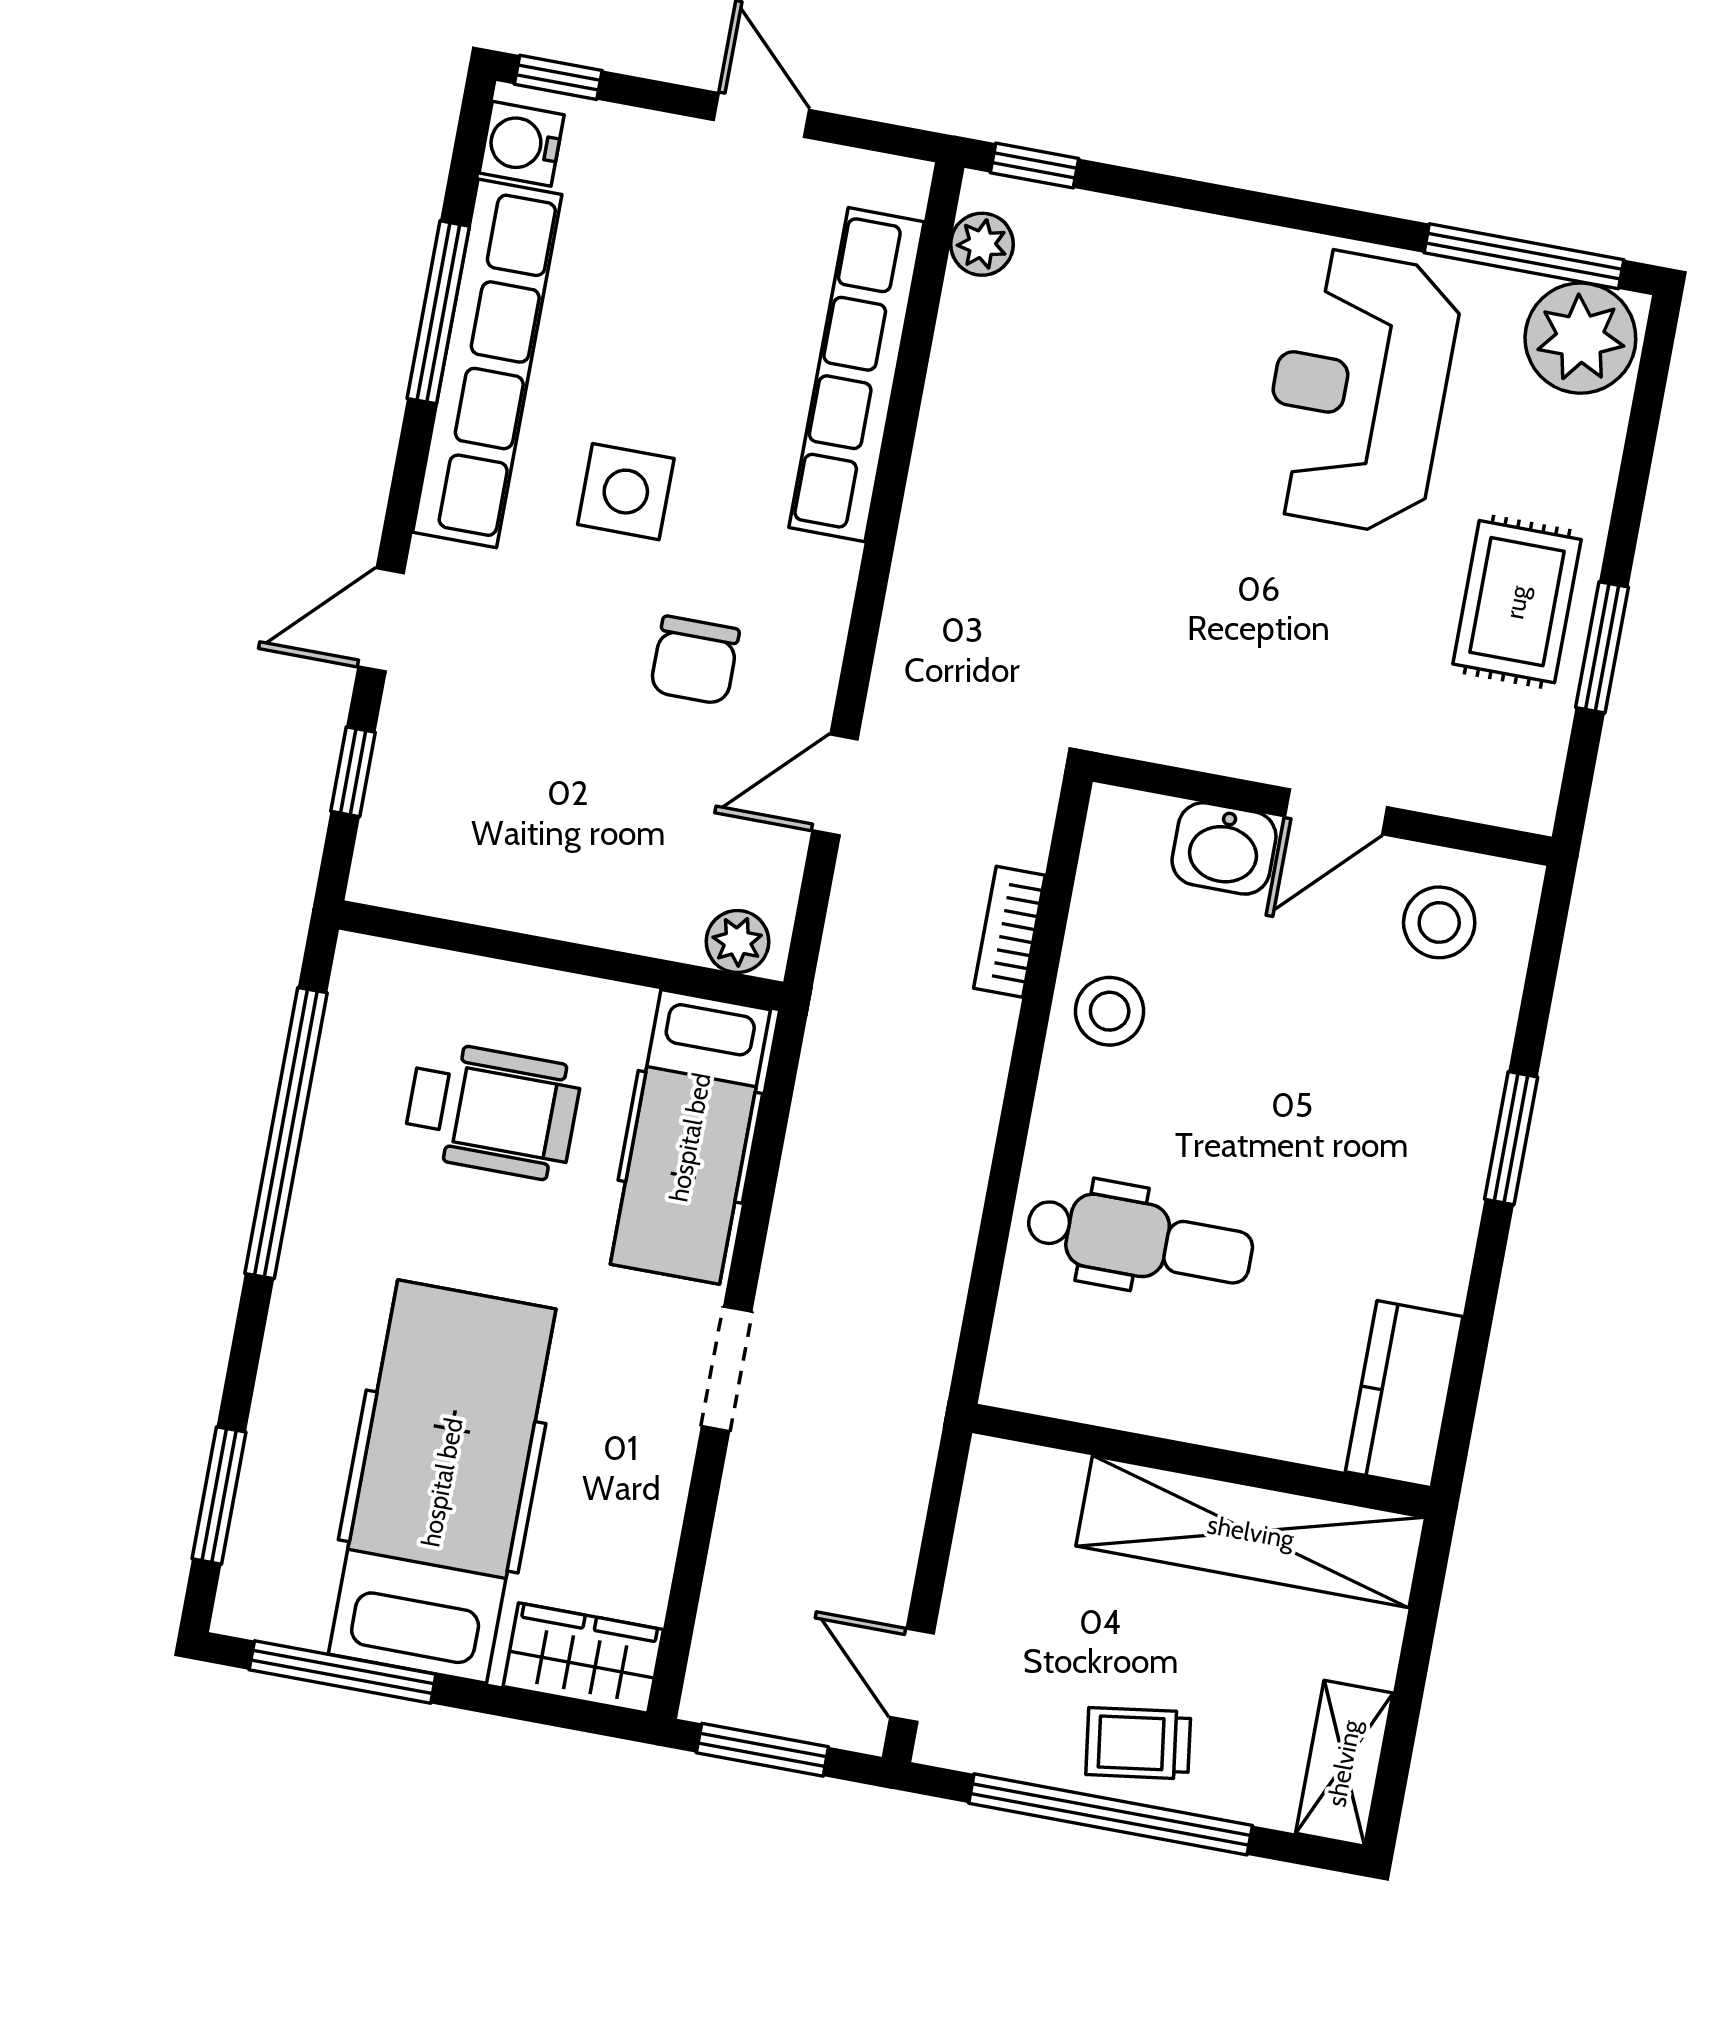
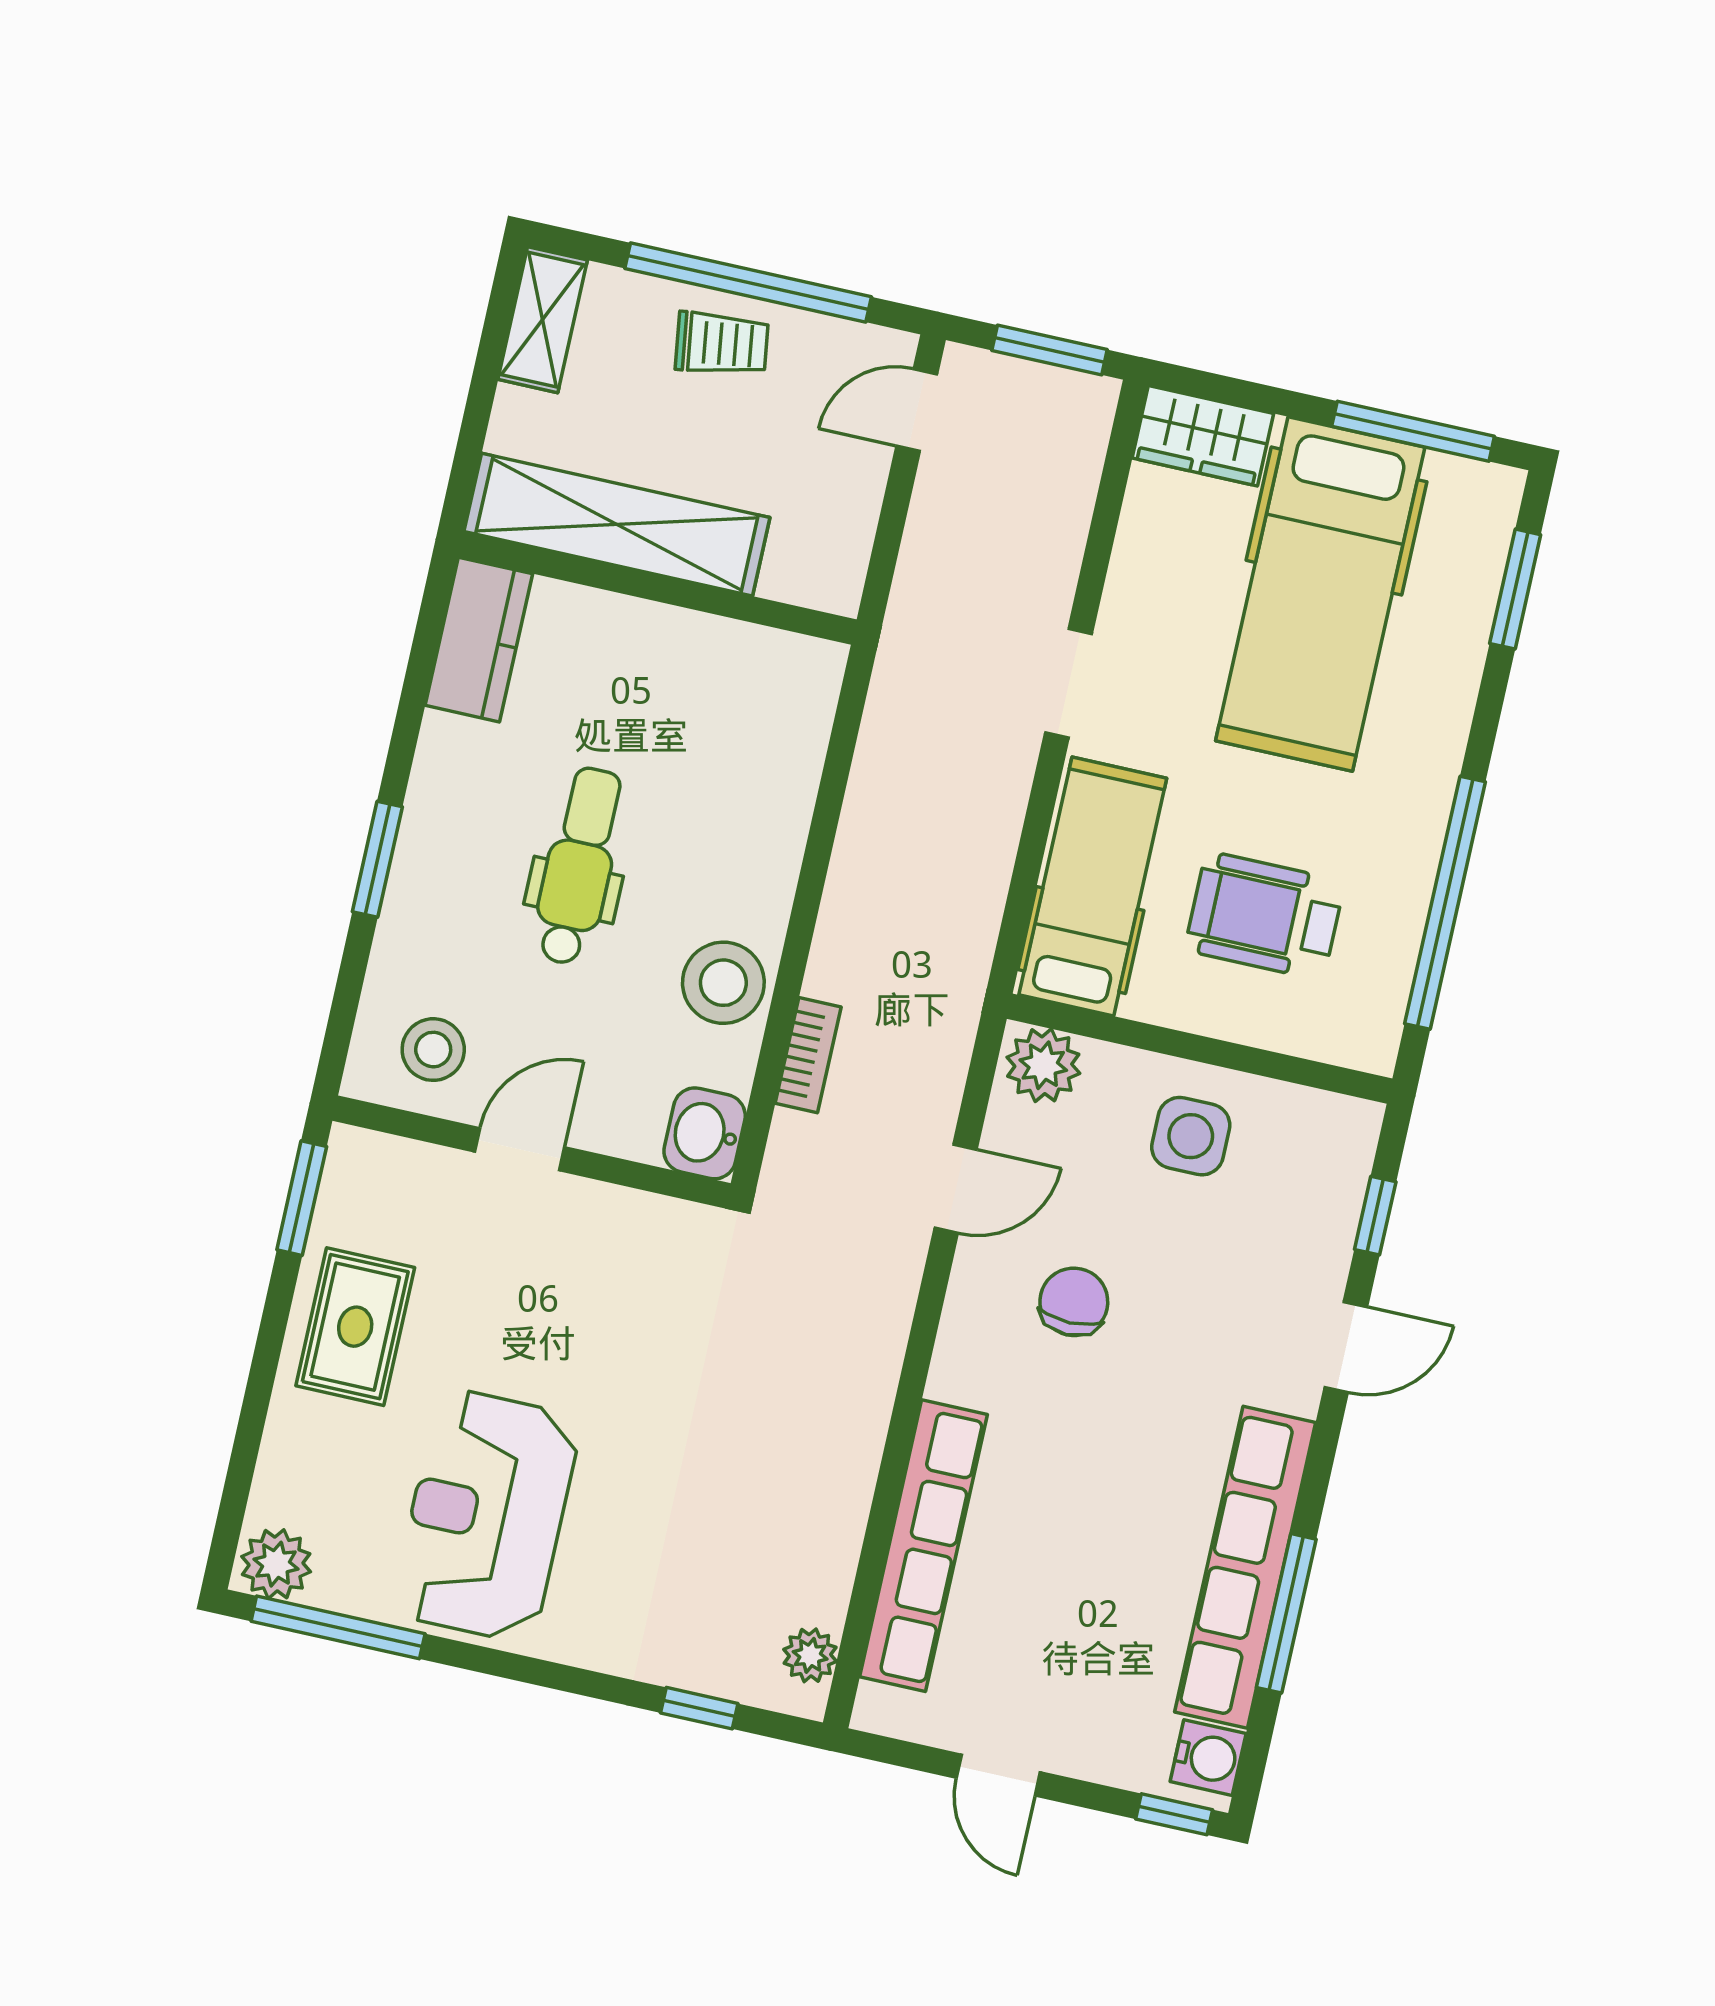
window: (1034, 166) -> (699, 1708), moved
plant: (1580, 338) -> (276, 1564), width x0.73, depth x0.73
reception desk: (1359, 391) -> (486, 1515), turned 180
side table: (626, 492) -> (1191, 1136), moved
window: (1602, 647) -> (302, 1198), moved
washbasin: (1224, 848) -> (705, 1133), moved, turned -90
plant: (737, 942) -> (1043, 1065), width x1.38, depth x1.38
stool: (1110, 1011) -> (723, 983), width x1.38, depth x1.38
dental chair: (1140, 1239) -> (579, 866), moved, turned 90
door: (912, 1675) -> (917, 410), swing flipped

